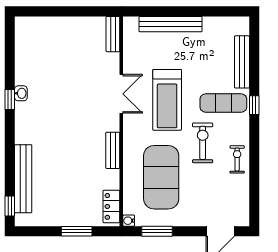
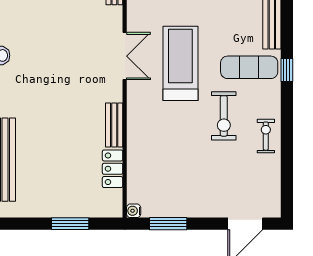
treadmill: (167, 100) -> (180, 63), turned 180
exercise bike: (203, 143) -> (224, 116), turned 180
exercise mat: (161, 177) -> (173, 158), removed
locker: (111, 206) -> (113, 169), moved

